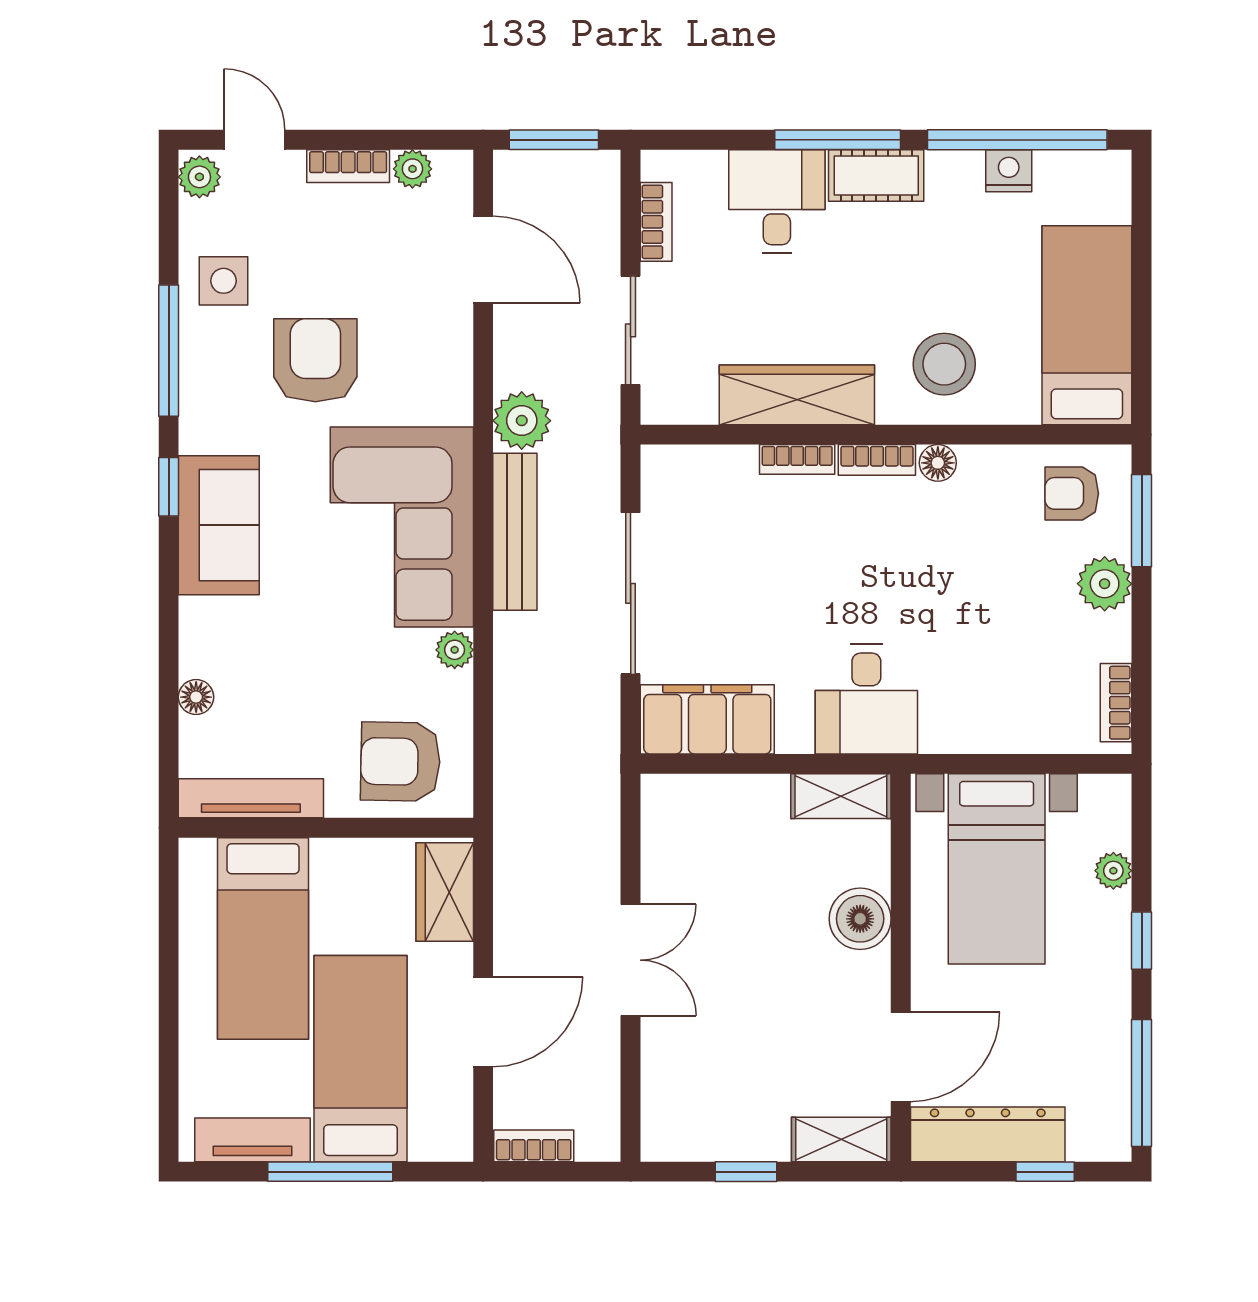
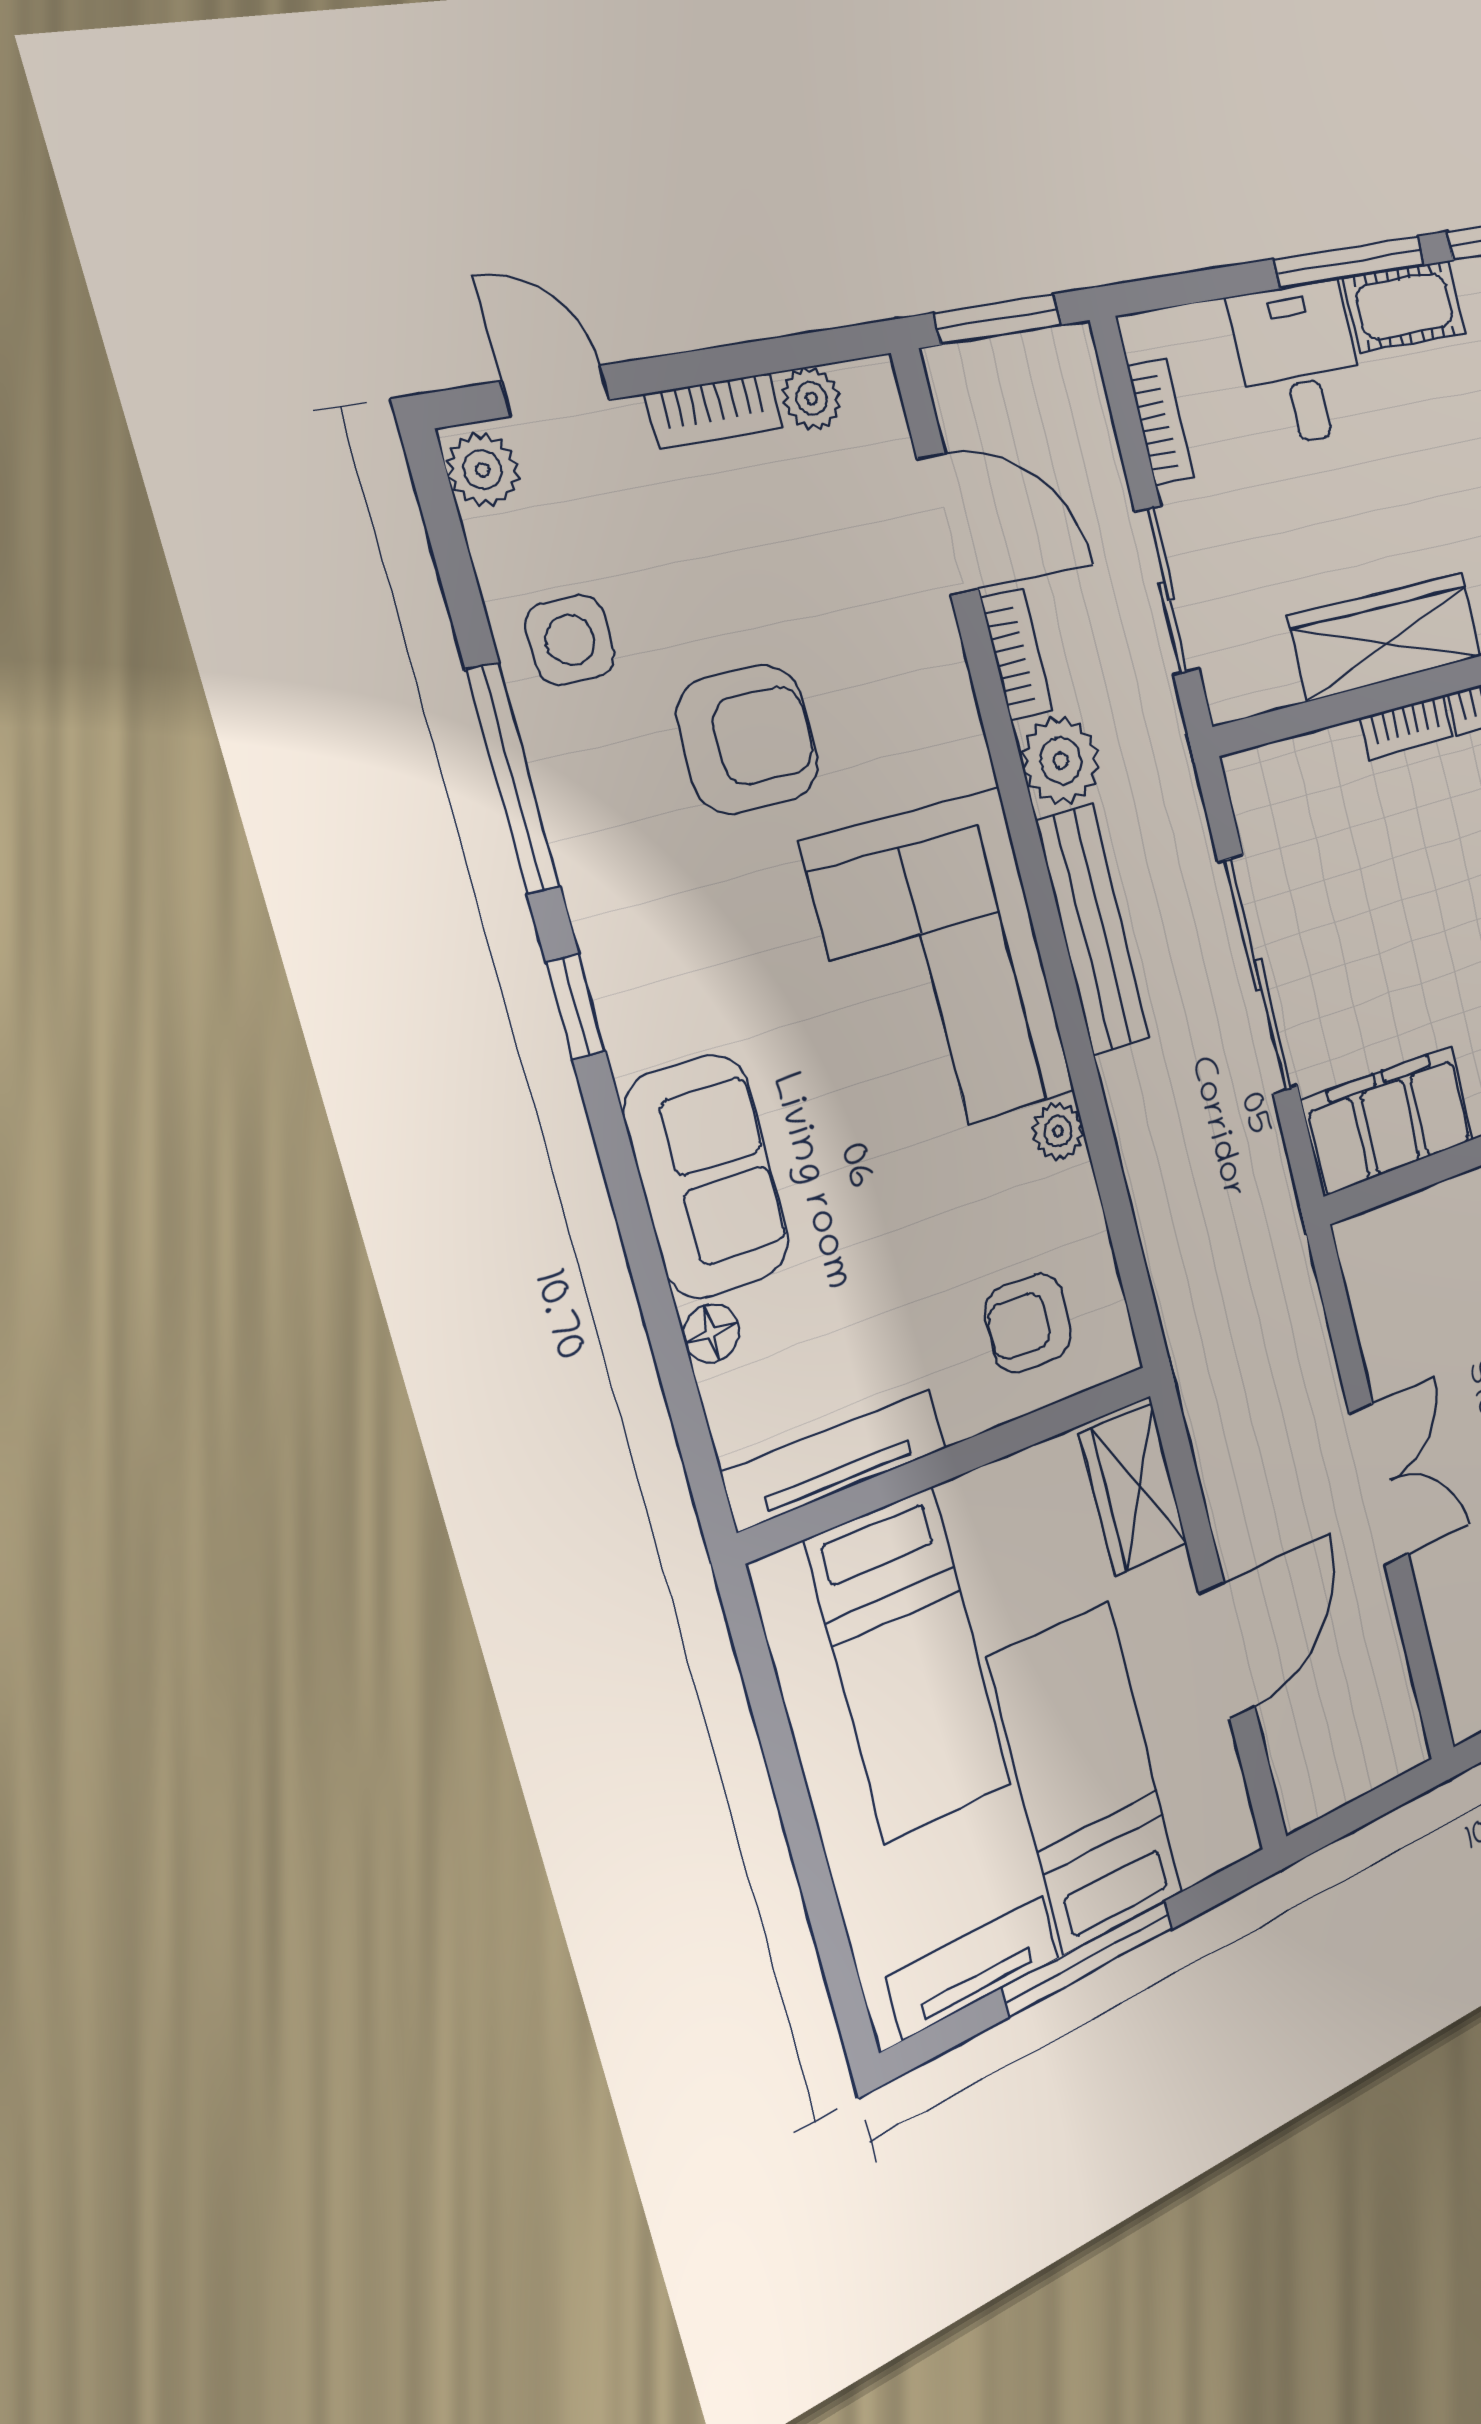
armchair: (315, 360) -> (748, 739), turned 90
sofa: (219, 525) -> (707, 1176), moved
armchair: (400, 762) -> (1028, 1323), width x0.72, depth x0.72
bookcase: (534, 1146) -> (1017, 654), moved, turned 90

